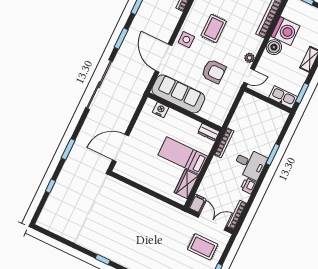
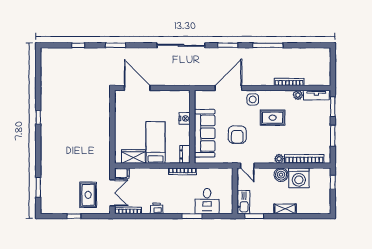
plant: (249, 58) -> (279, 159), moved
sofa: (178, 94) -> (205, 133), moved
nightstand: (161, 110) -> (185, 118), moved
desk: (250, 164) -> (207, 201), moved

